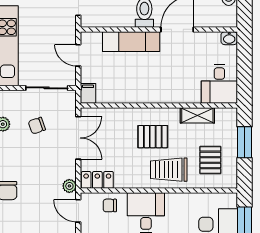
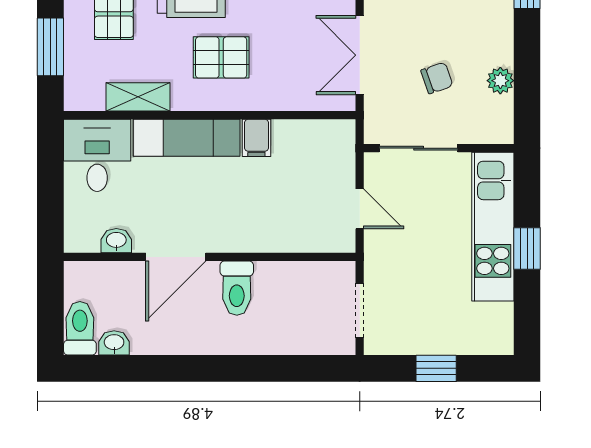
washbasin: (229, 38) -> (116, 241), moved
exam couch: (131, 42) -> (187, 138), moved, turned 180
filing cabinet: (88, 93) -> (256, 138), moved

